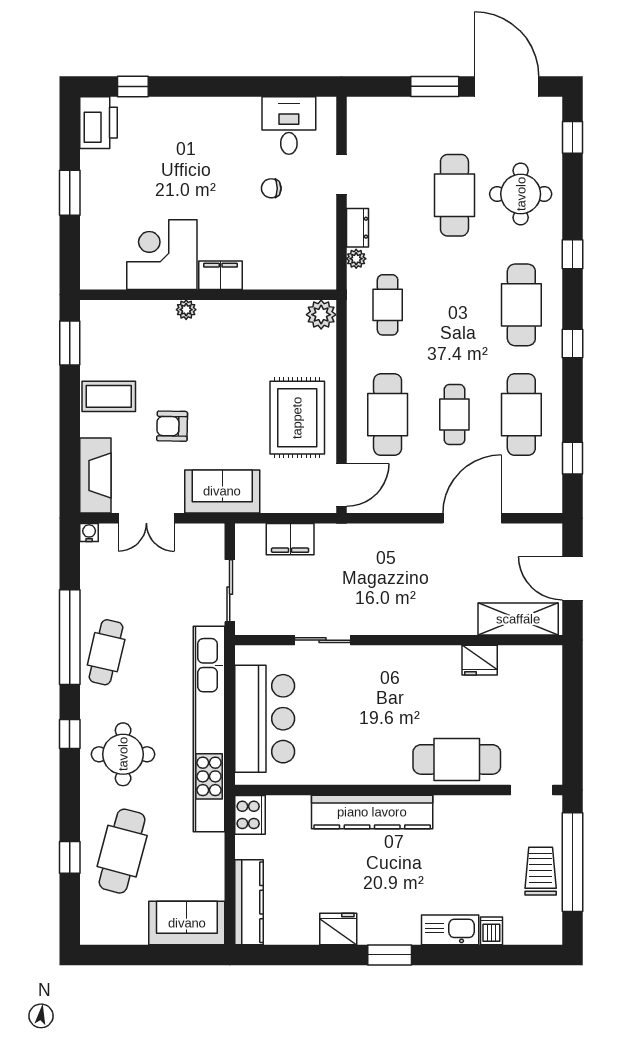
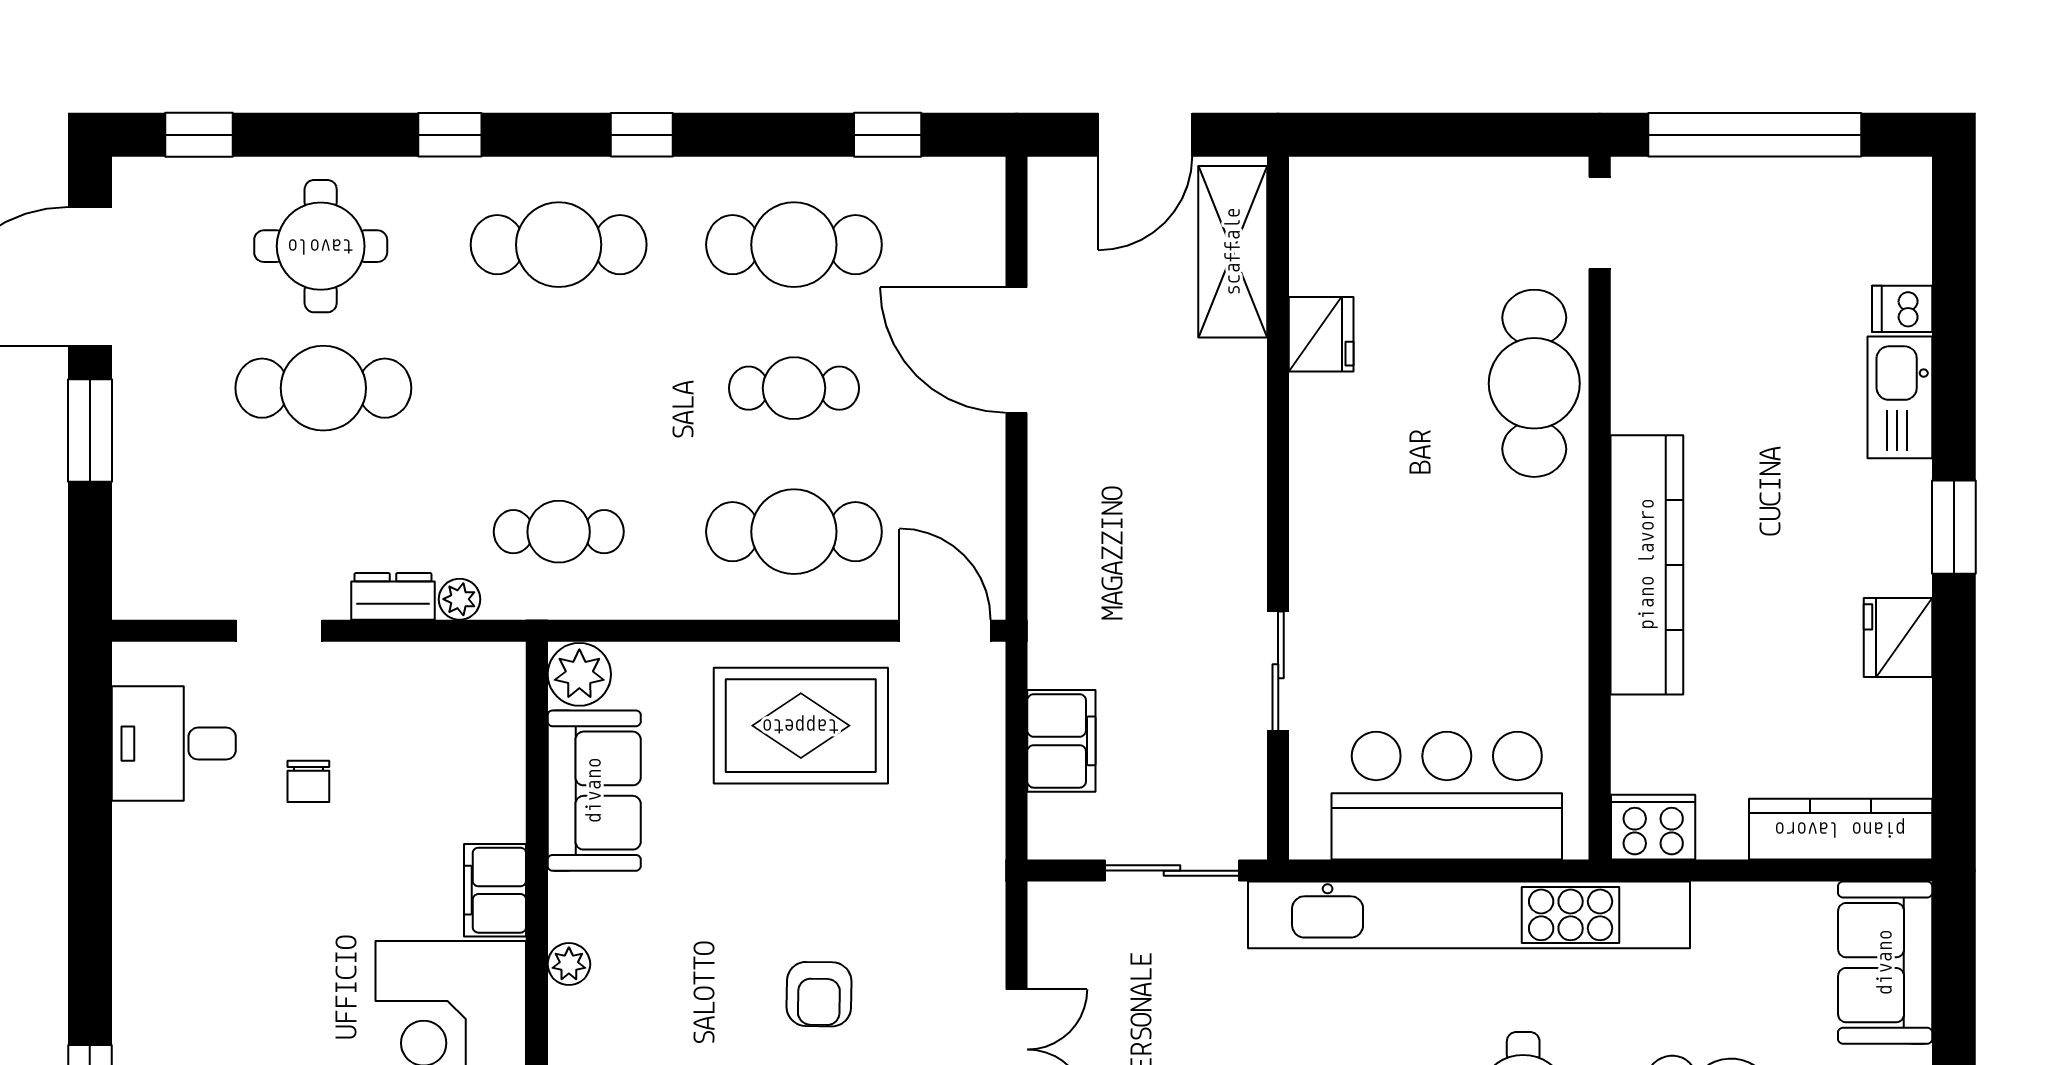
sofa: (222, 491) -> (594, 791), moved, turned 180
trolley: (541, 871) -> (1774, 203), removed

